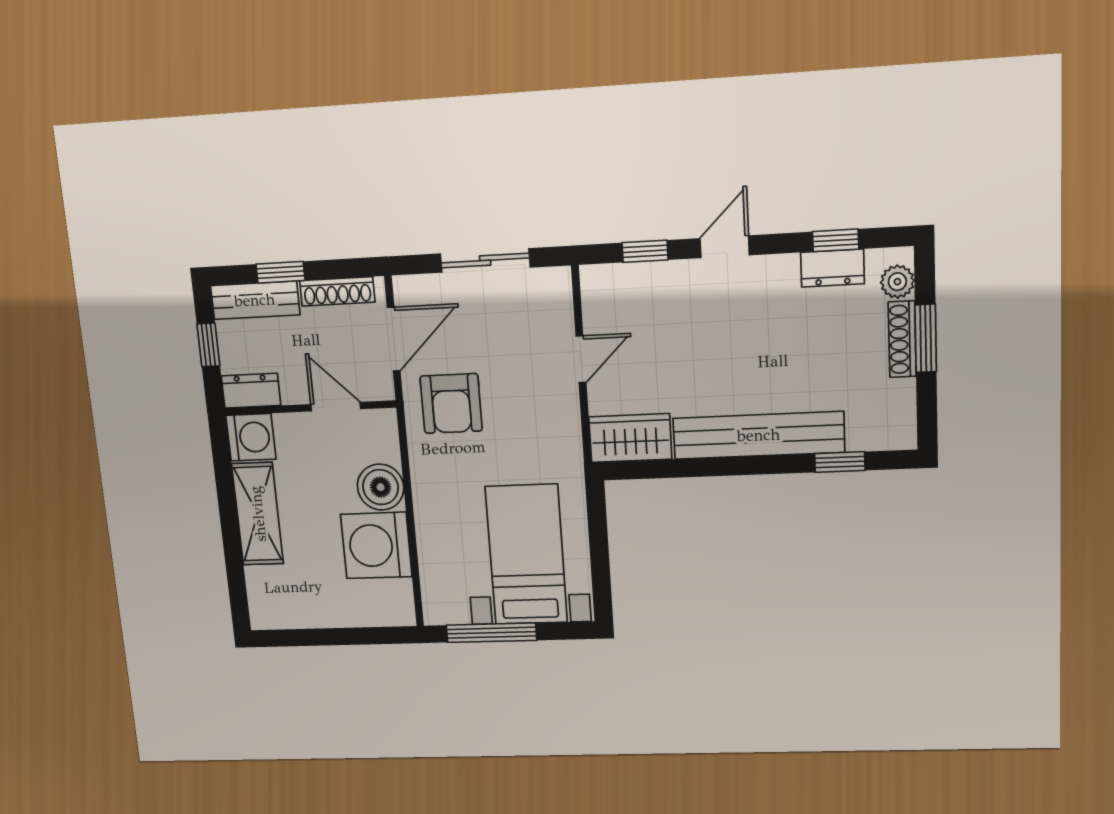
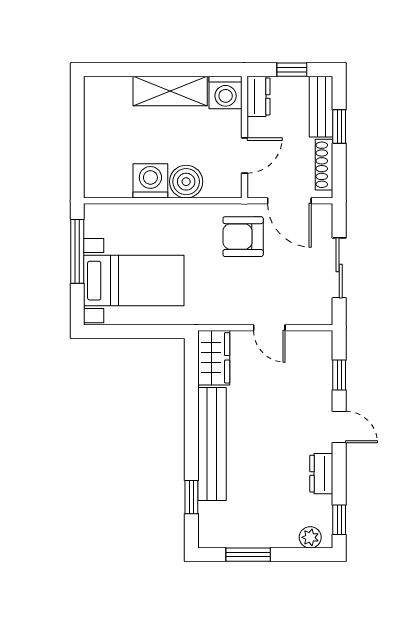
window: (836, 240) -> (339, 520), moved
dresser: (832, 268) -> (321, 474), moved
window: (926, 338) -> (248, 555), moved
shoe rack: (902, 339) -> (272, 540), removed
washing machine: (376, 545) -> (150, 181), width x0.73, depth x0.73

